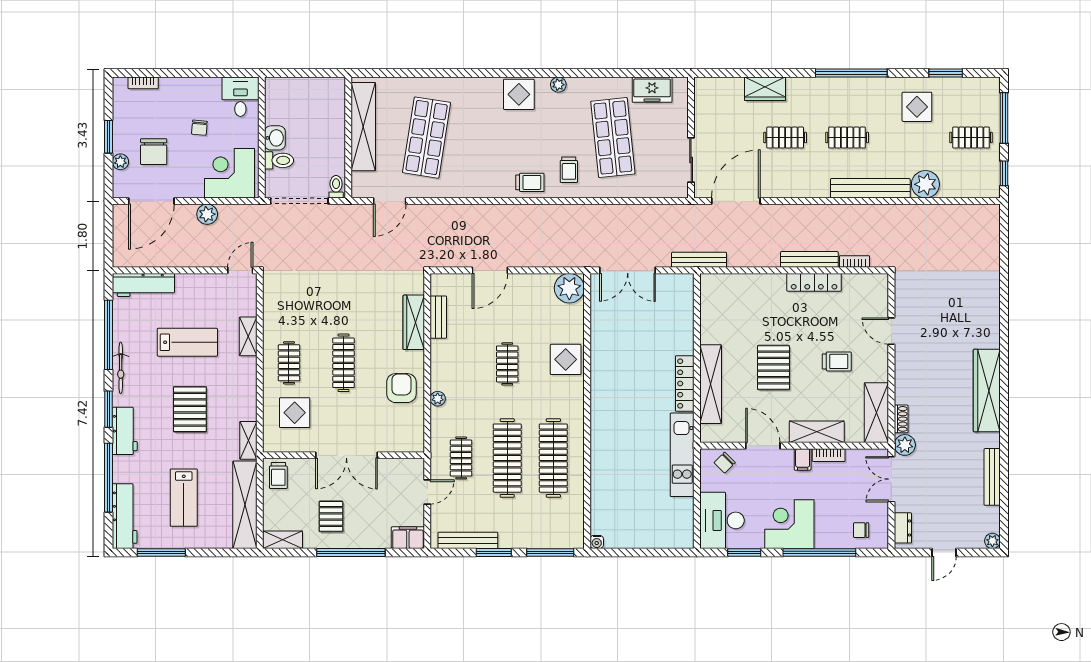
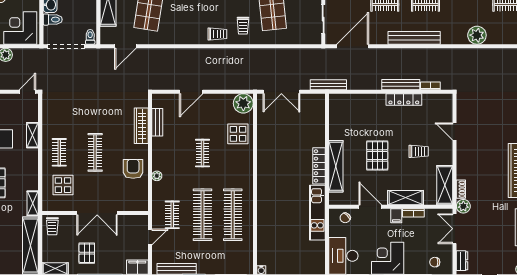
bench: (870, 188) -> (414, 38), moved
display table: (566, 359) -> (238, 134), moved

